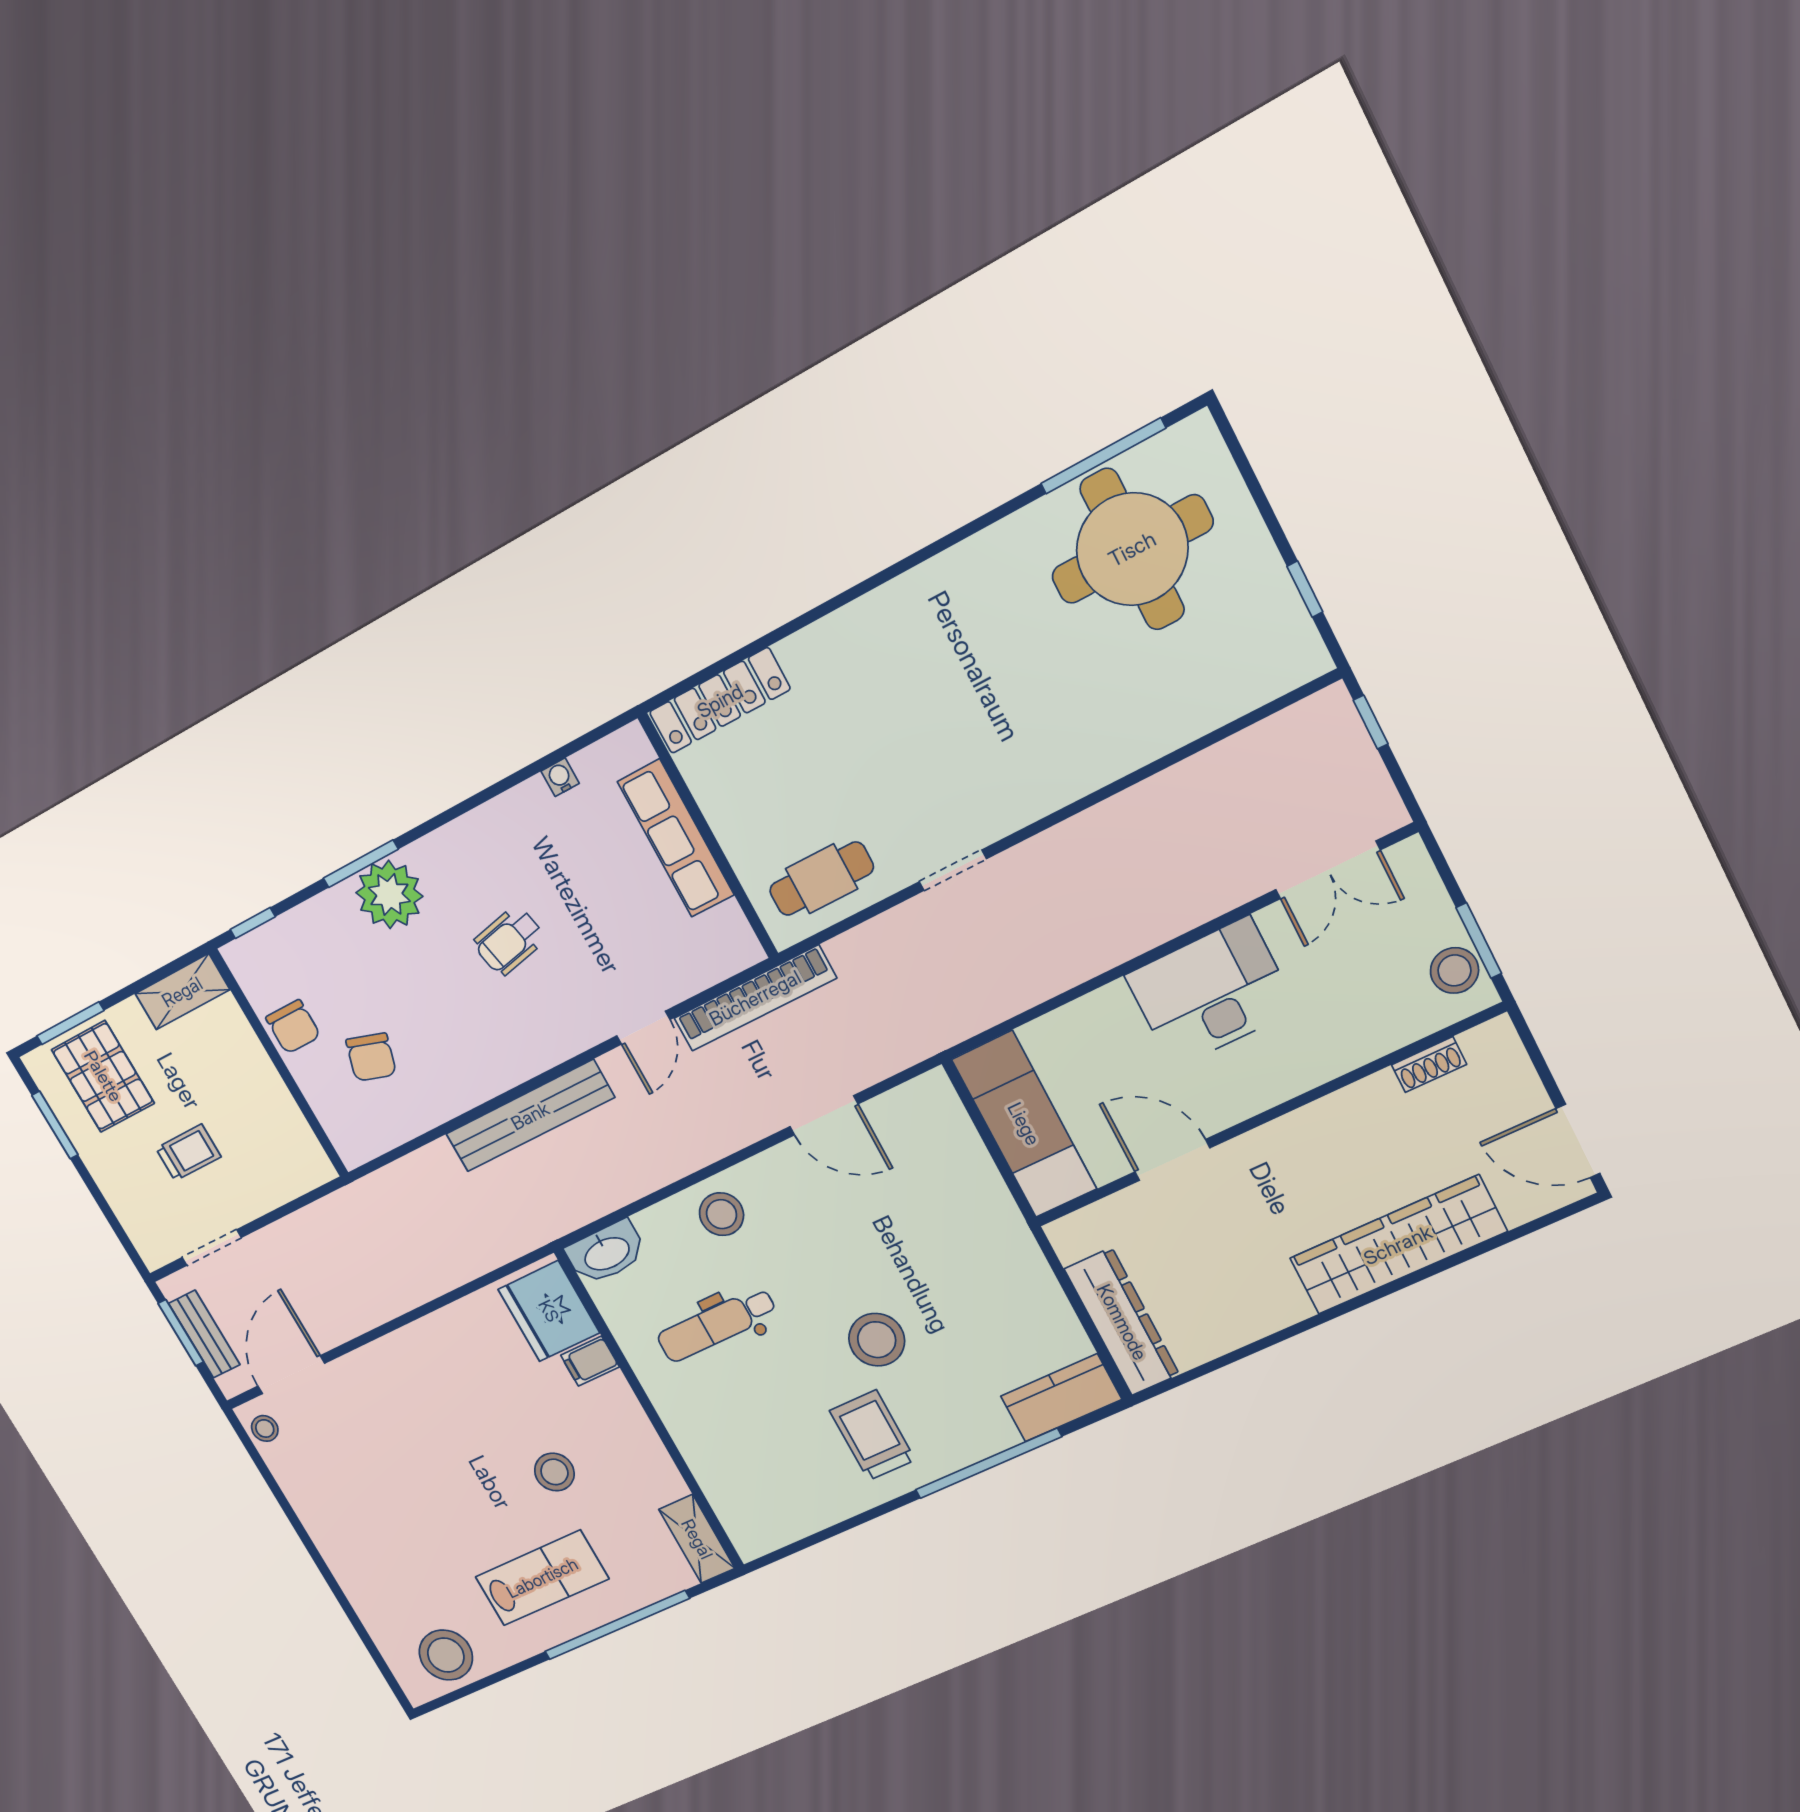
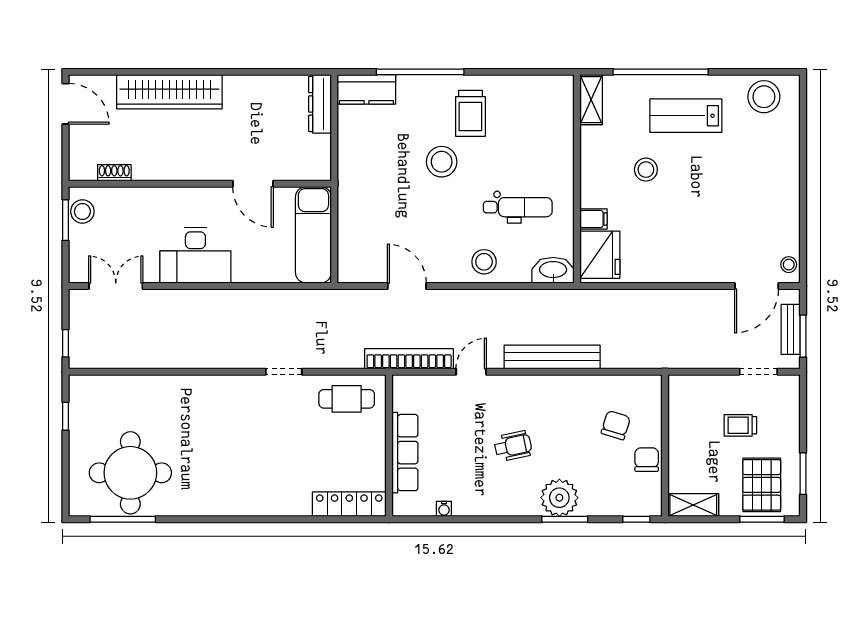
dresser: (1122, 1322) -> (320, 104), width x0.73, depth x0.80

